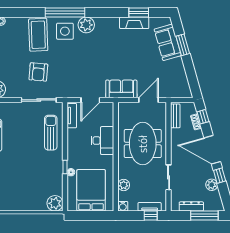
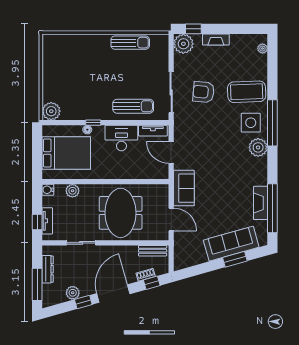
window: (139, 13) -> (272, 208), width x2.11
sofa: (168, 42) -> (231, 244), width x1.36
desk: (102, 141) -> (121, 138), moved, turned 180
meeting table: (143, 144) -> (121, 213), turned 90

